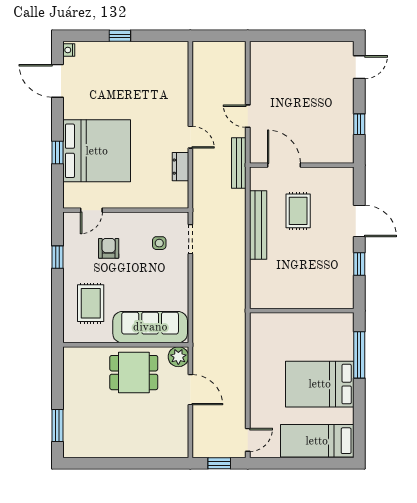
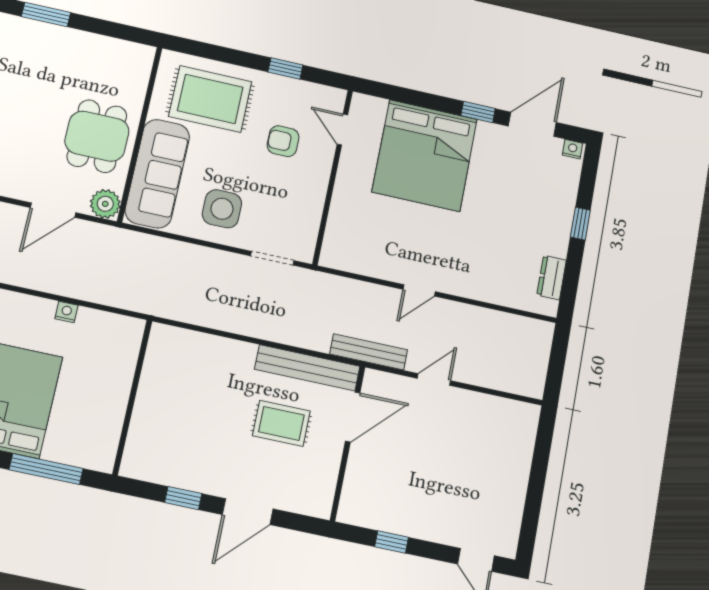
window: (57, 153) -> (478, 112), moved
dresser: (181, 167) -> (552, 278), moved, turned -90
bench: (258, 225) -> (307, 368), moved
side table: (159, 243) -> (222, 209), moved, width x1.87, depth x1.87
armchair: (109, 248) -> (283, 141), turned 180
rug: (91, 303) -> (210, 99), width x1.36, depth x1.43
nightstand: (256, 365) -> (66, 312), added

